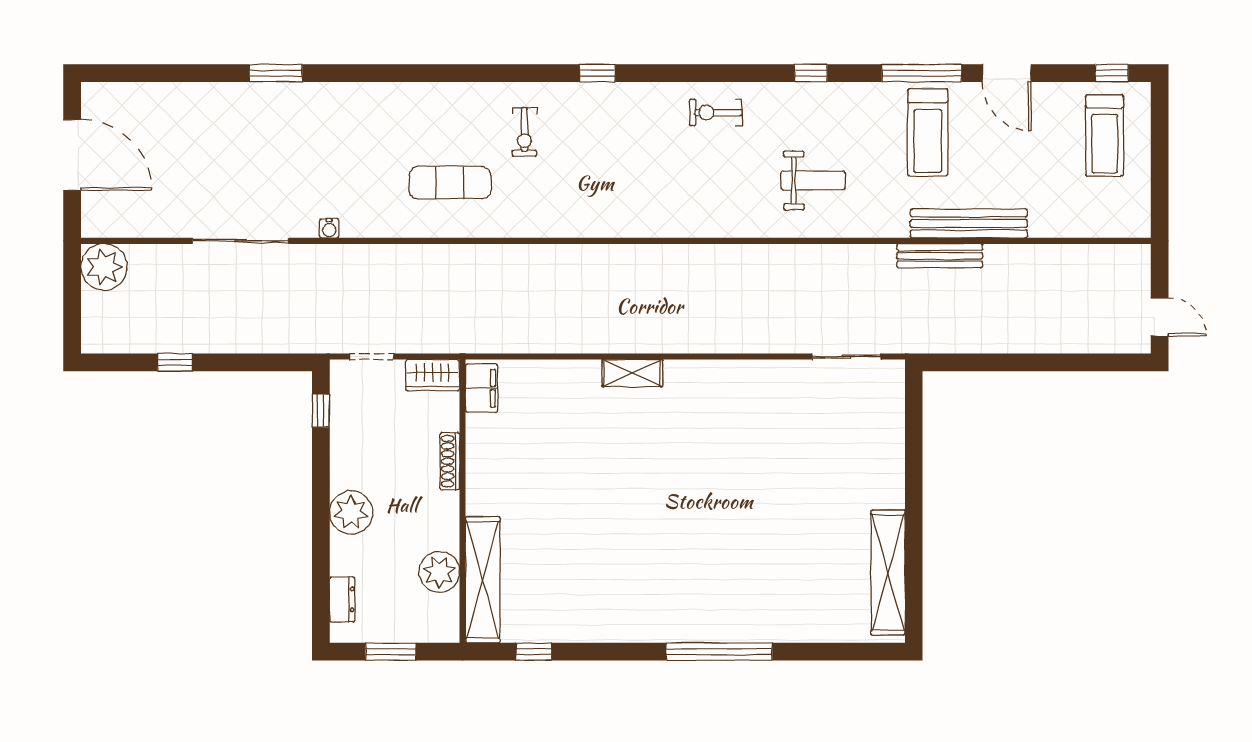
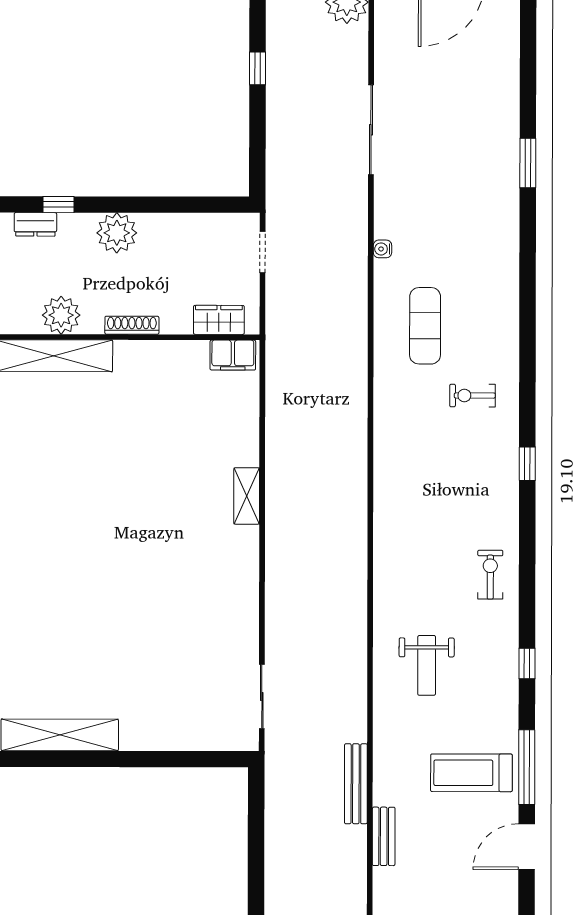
bench: (969, 223) -> (384, 836), width x0.54, depth x0.82
water cooler: (329, 228) -> (382, 249), moved
wardrobe: (433, 375) -> (219, 320), moved, turned 90
window: (321, 411) -> (59, 204), moved
shoe rack: (450, 461) -> (132, 325), moved

